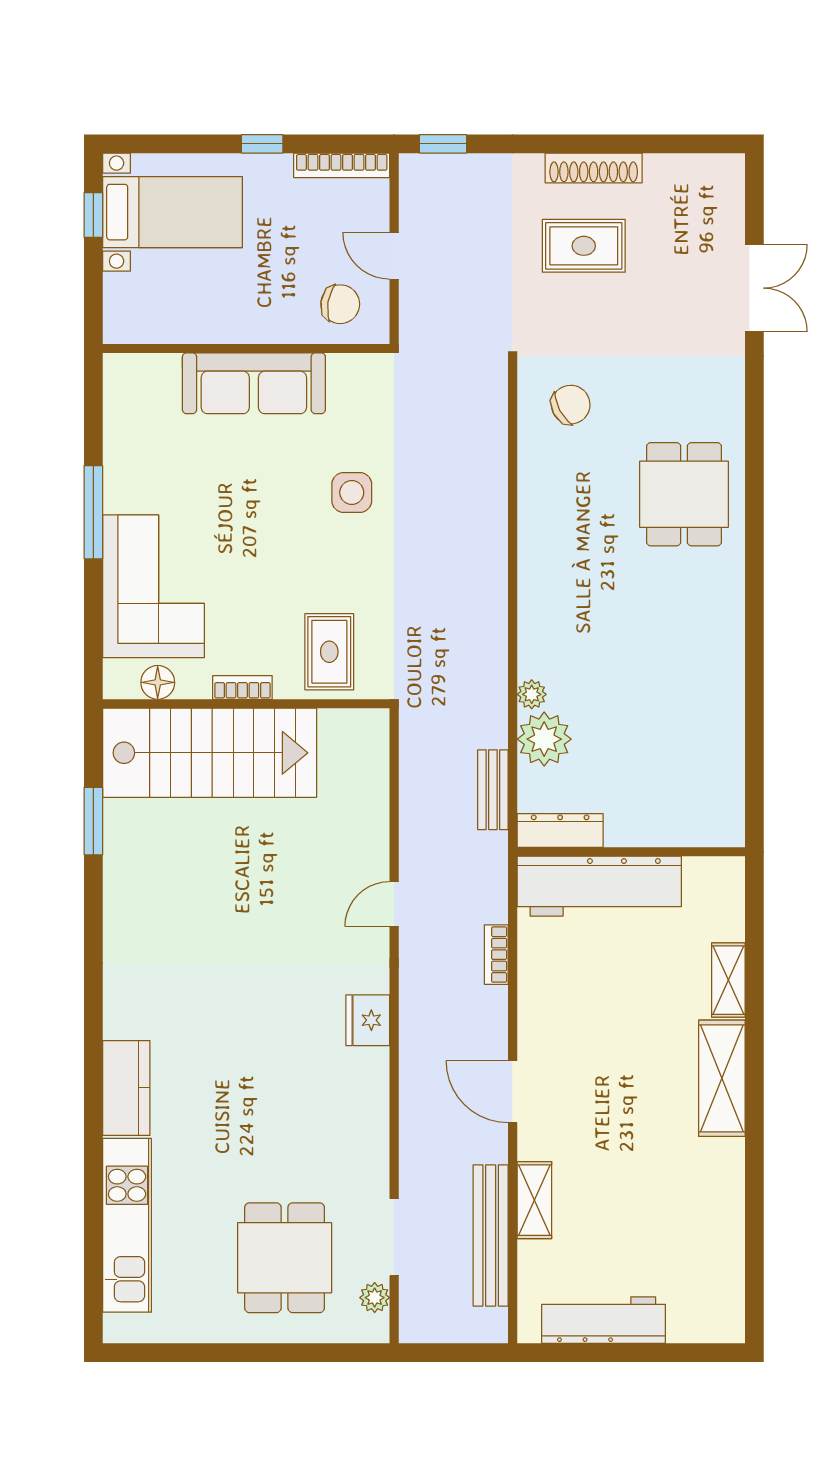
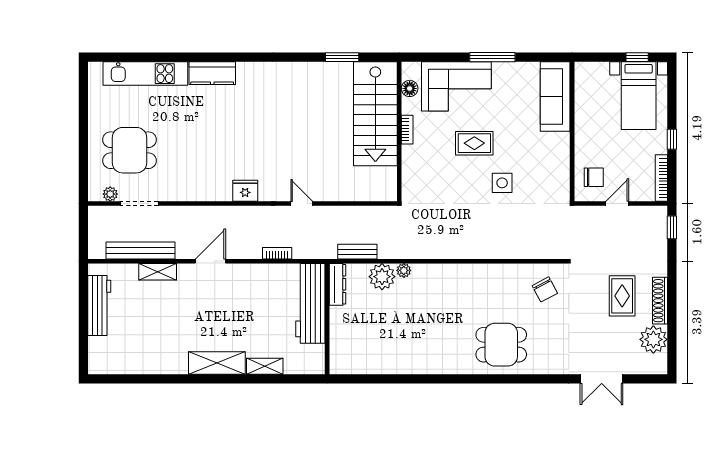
plant: (673, 181) -> (653, 339), added
chair: (340, 304) -> (594, 177), turned -99
sofa: (254, 383) -> (555, 96), moved
rug: (329, 652) -> (474, 143), moved

